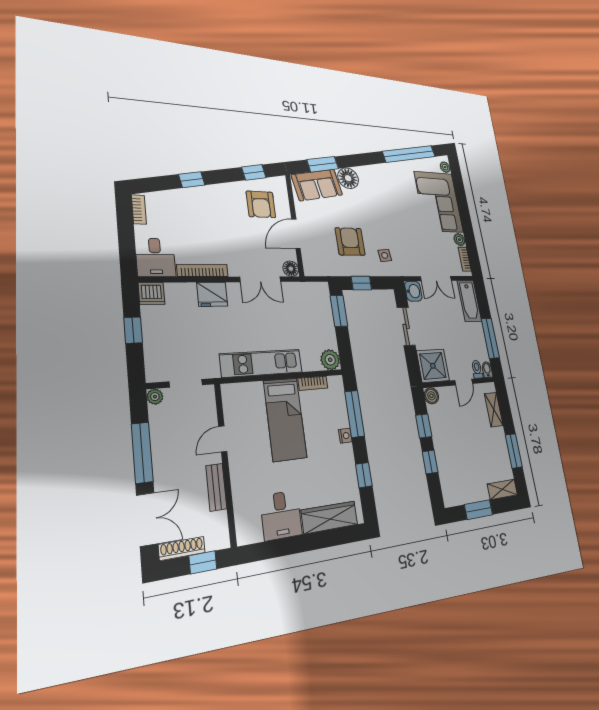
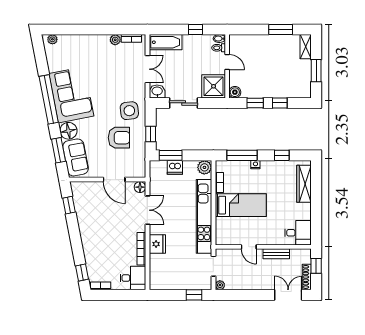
window: (409, 154) -> (49, 99), moved
window: (192, 180) -> (82, 273), moved
corner sofa: (439, 202) -> (71, 95), moved, turned -101
armchair: (261, 204) -> (93, 203), removed
armchair: (350, 241) -> (119, 138), turned 180
side table: (385, 255) -> (129, 111), width x1.87, depth x1.87
dishwasher: (151, 293) -> (175, 167), moved, turned 90
window: (133, 330) -> (194, 295), moved
window: (490, 338) -> (196, 30), width x0.46
kitchen unit: (261, 363) -> (204, 216), width x1.36
shelving: (494, 410) -> (249, 40), removed
window: (142, 453) -> (251, 295), removed
desk: (281, 515) -> (298, 233), moved

